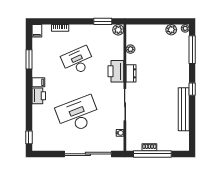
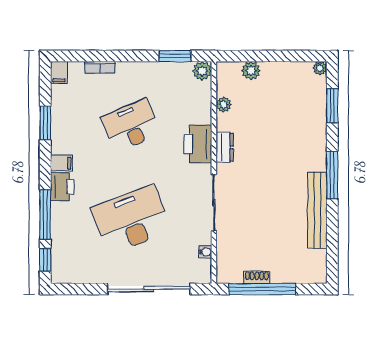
plant: (171, 30) -> (251, 71), moved
window: (192, 50) -> (332, 106), width x0.69
window: (192, 89) -> (332, 175), width x2.17
window: (29, 112) -> (45, 215), added

